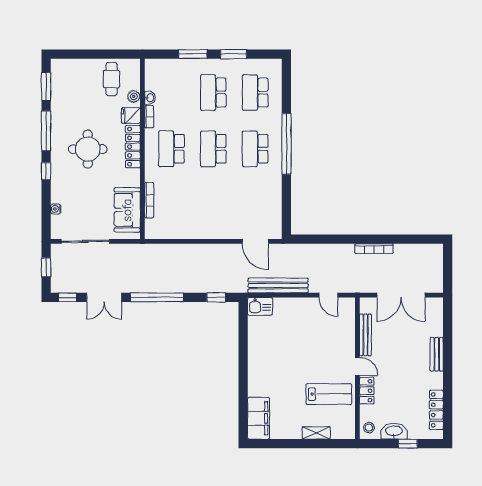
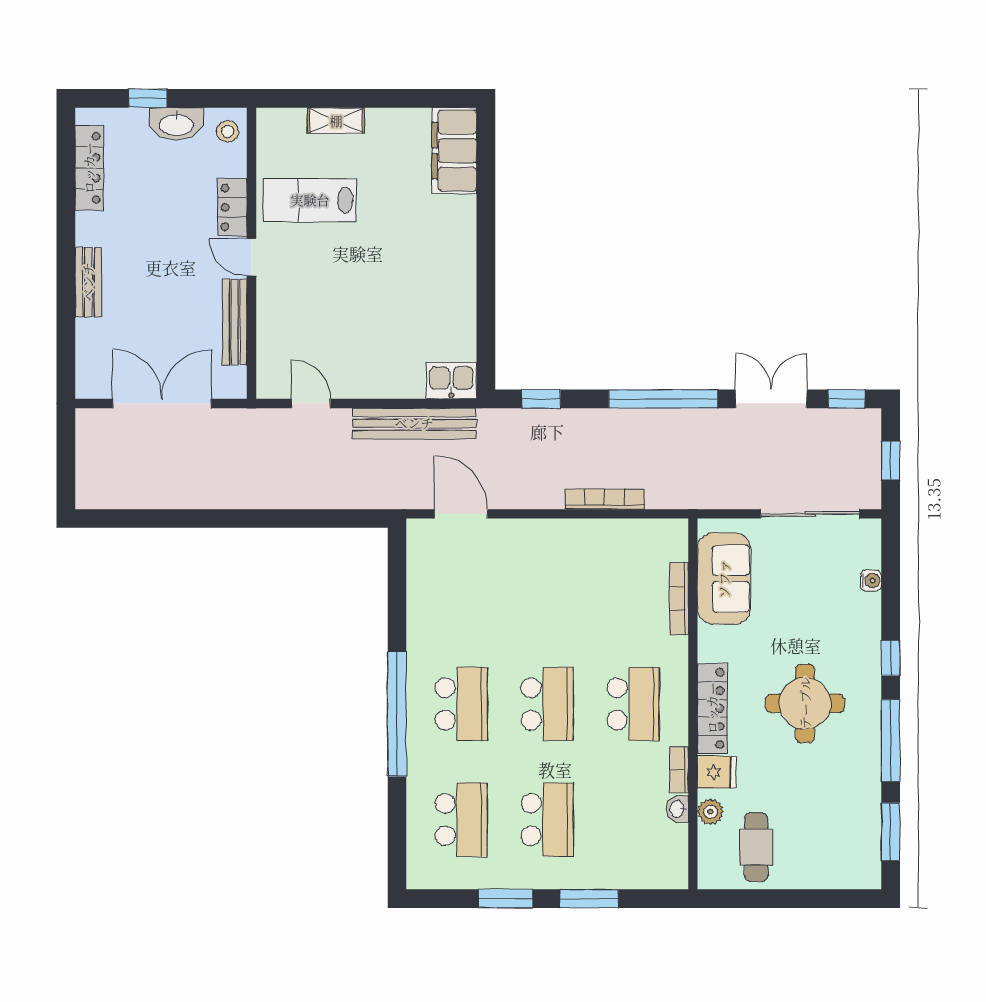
bookcase: (374, 249) -> (605, 499), moved

